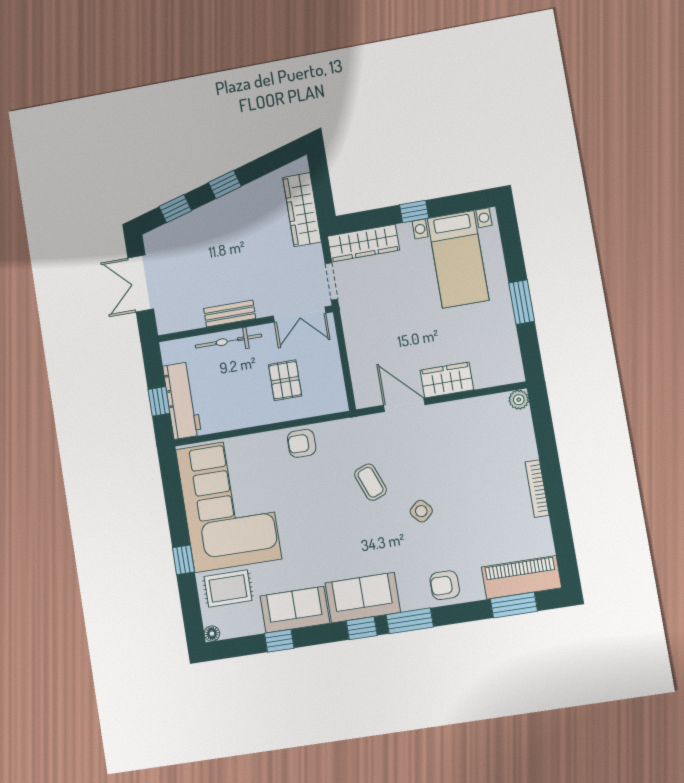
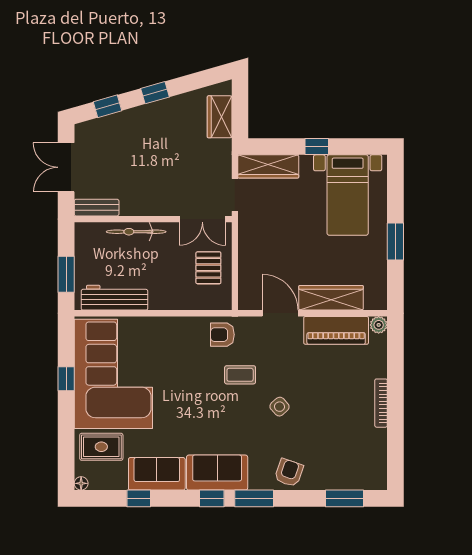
wardrobe: (302, 210) -> (220, 117), width x0.67
bench: (230, 313) -> (97, 208), moved
pallet: (285, 380) -> (208, 268), moved
wardrobe: (447, 380) -> (331, 298), width x1.50
window: (159, 401) -> (66, 274), width x1.50
workbench: (182, 401) -> (114, 298), moved, turned -90
armchair: (302, 443) -> (222, 335), moved
coffee table: (370, 482) -> (240, 375), turned -69
window: (183, 560) -> (66, 379), moved
piano: (521, 577) -> (336, 330), moved, turned 180
armchair: (445, 585) -> (289, 473), turned 109

